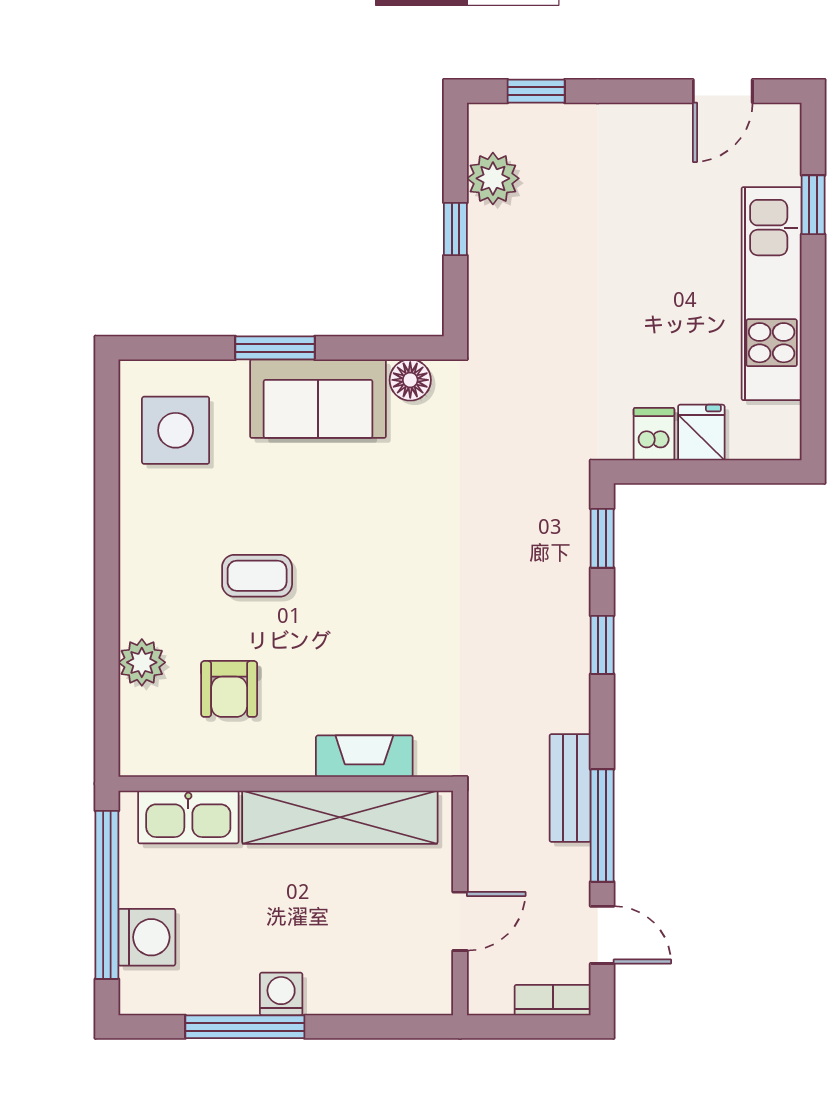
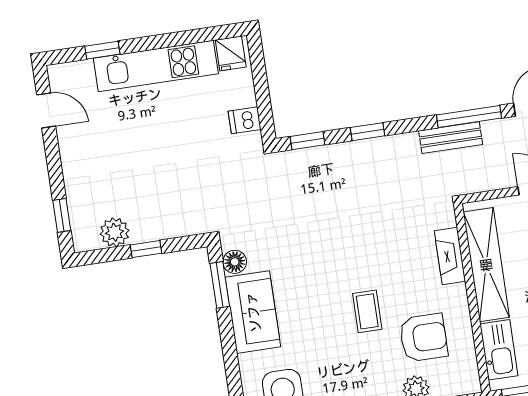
window: (275, 348) -> (220, 285), moved
fridge: (701, 433) -> (231, 53), moved, turned -90
coffee table: (257, 576) -> (367, 311), moved
armchair: (229, 689) -> (424, 338), width x1.38, depth x1.38

